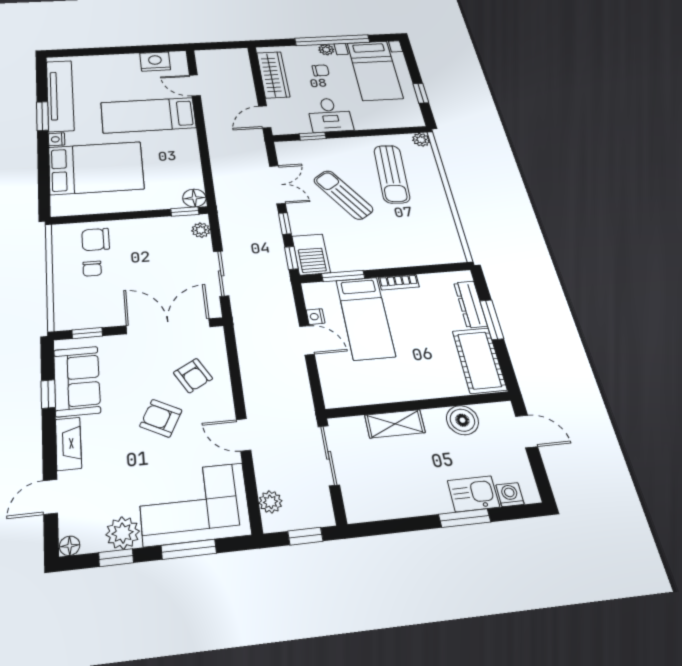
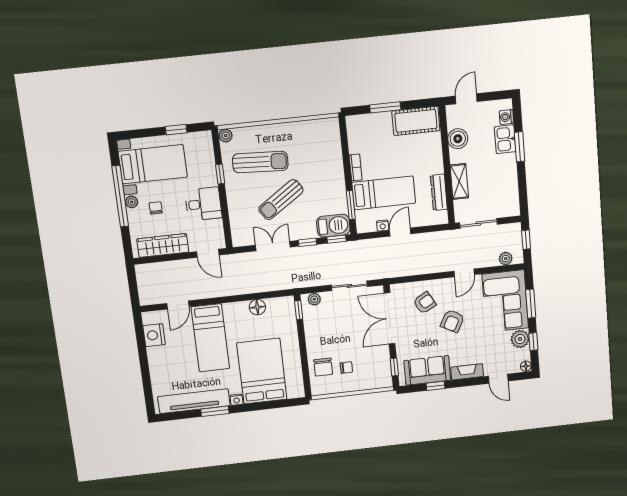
window: (313, 136) -> (220, 174), moved
floor lamp: (194, 198) -> (257, 307), moved
dresser: (470, 304) -> (439, 192), moved, turned 90

